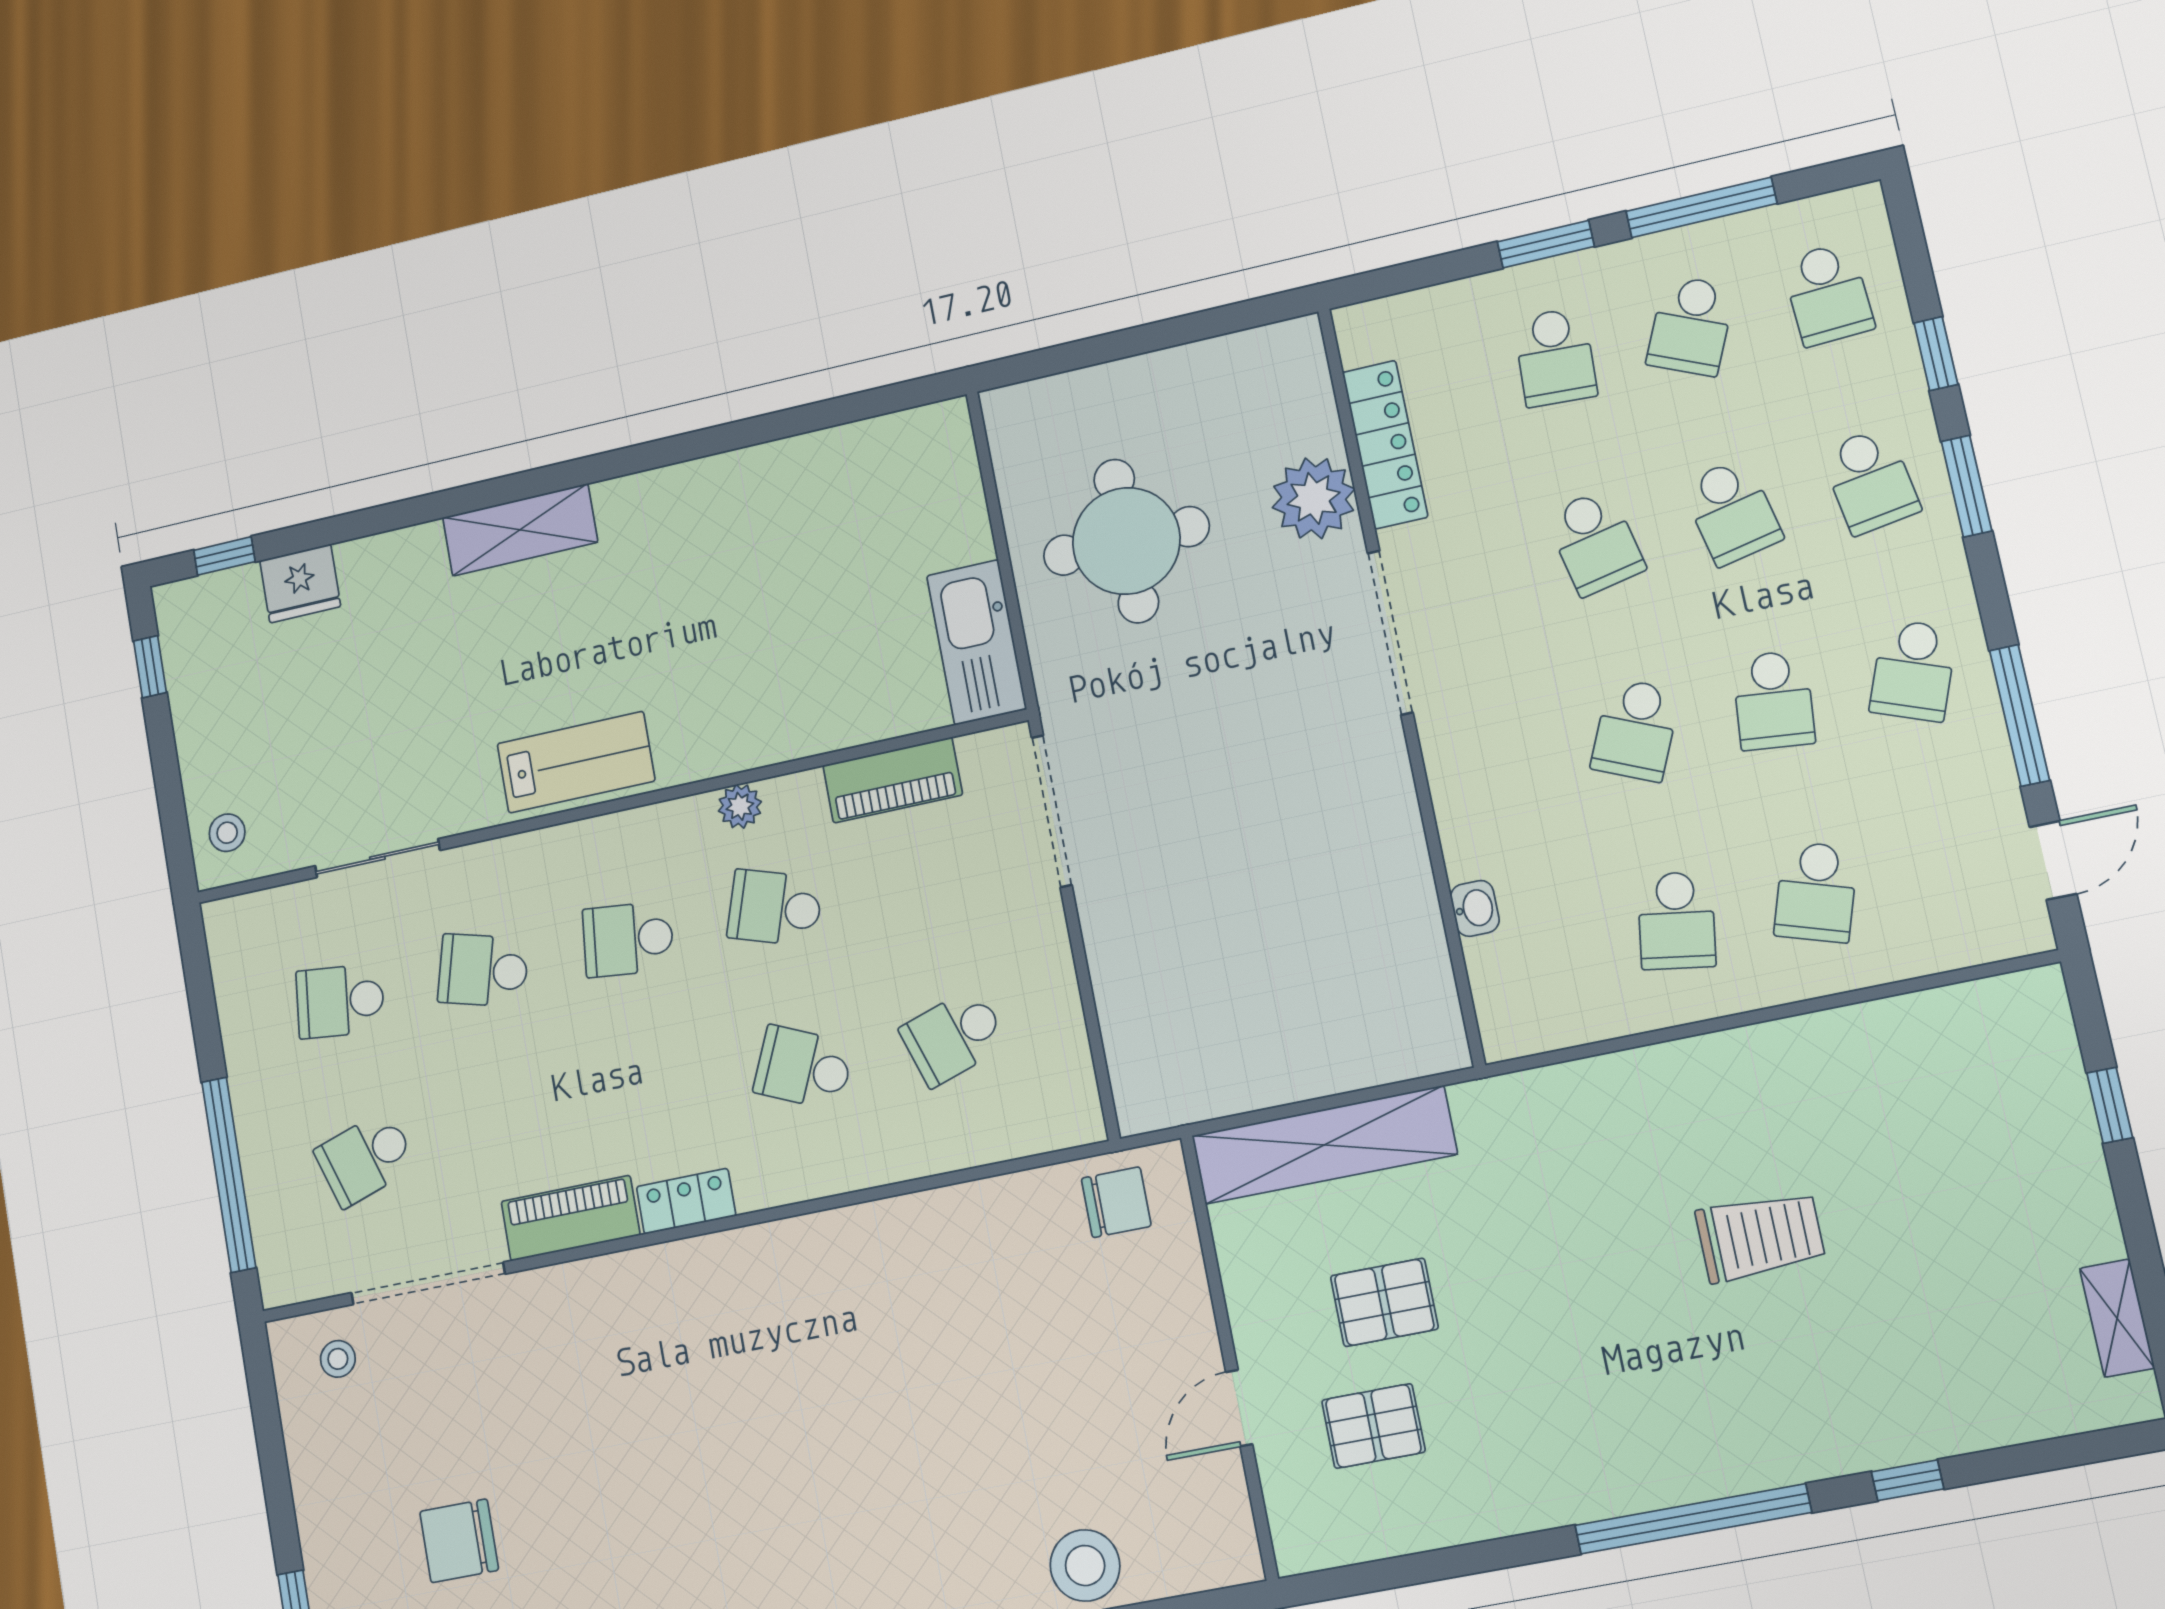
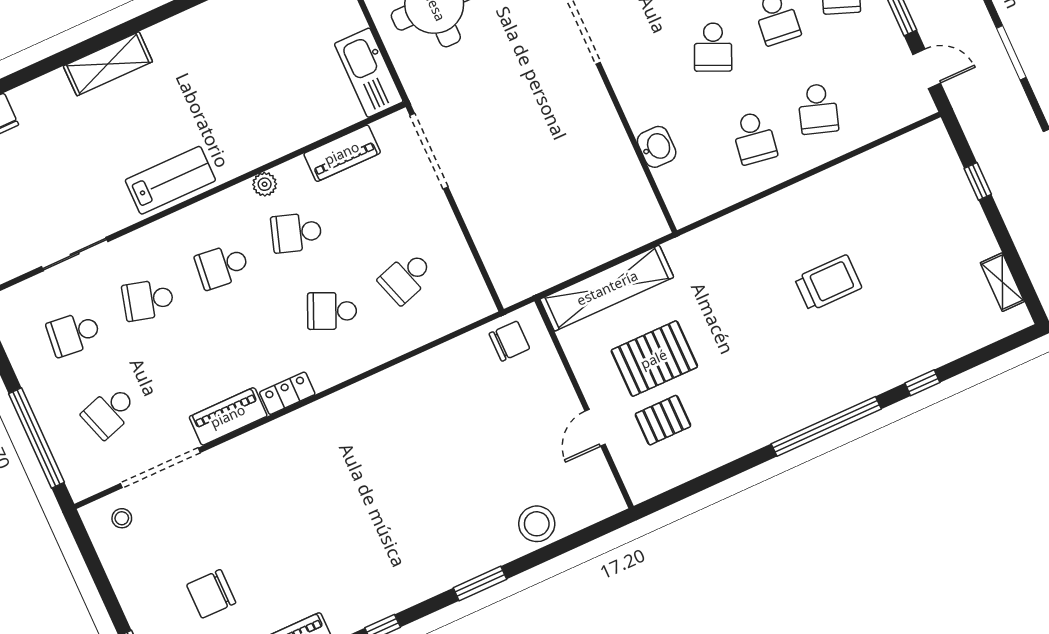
door: (2053, 860) -> (927, 69), hinge flipped
washbasin: (1475, 908) -> (657, 147), width x1.38, depth x1.45
pallet: (1384, 1302) -> (654, 359), width x1.50, depth x1.42

